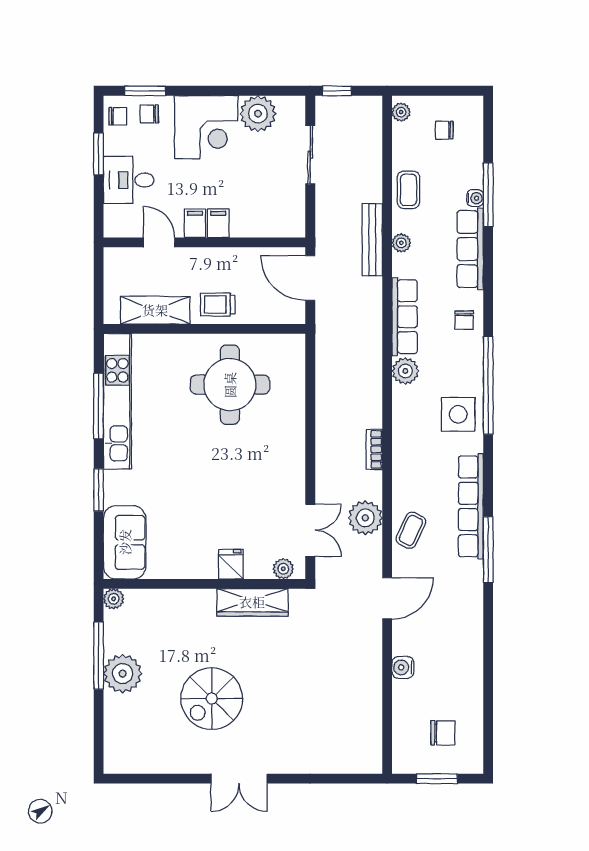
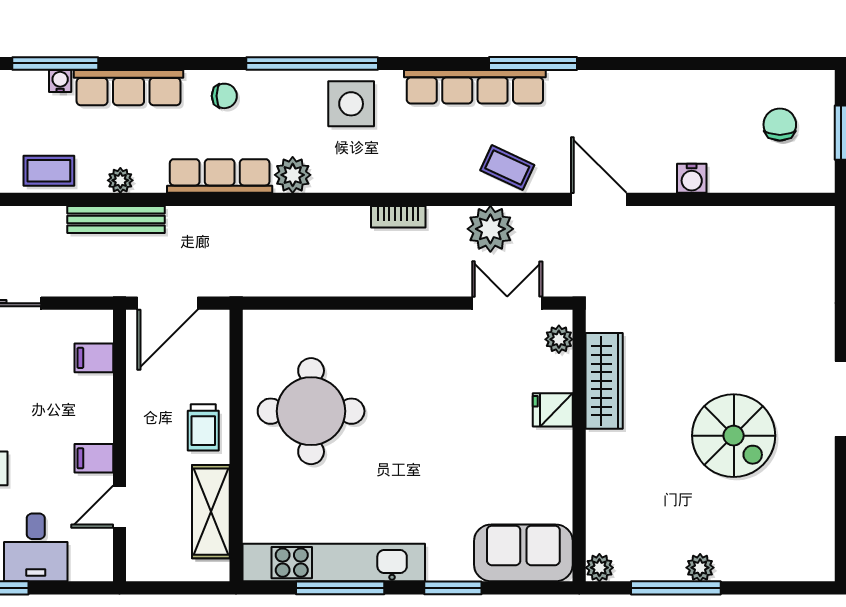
filing cabinet: (218, 223) -> (94, 358), moved
plant: (123, 674) -> (700, 568), width x0.53, depth x0.53

